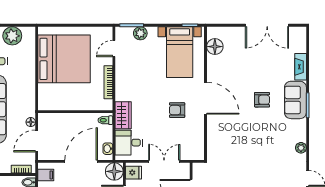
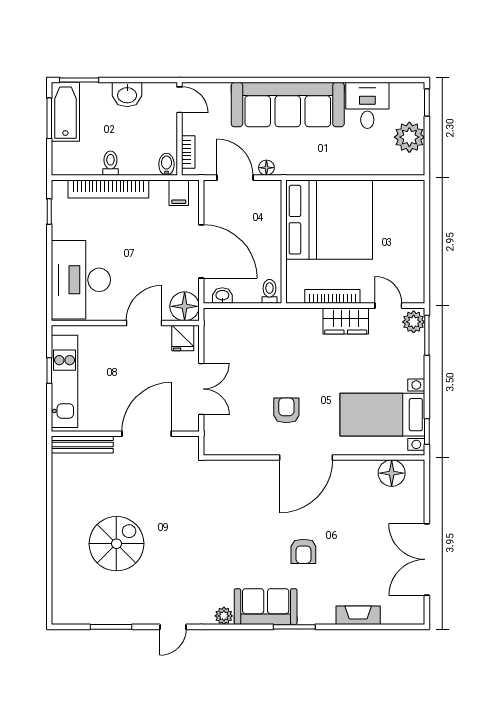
plant: (140, 33) -> (414, 322), moved
bed: (64, 59) -> (329, 220), moved, turned -90
sofa: (295, 100) -> (266, 607), moved
wardrobe: (123, 115) -> (346, 321), moved
desk: (129, 143) -> (232, 330), removed

